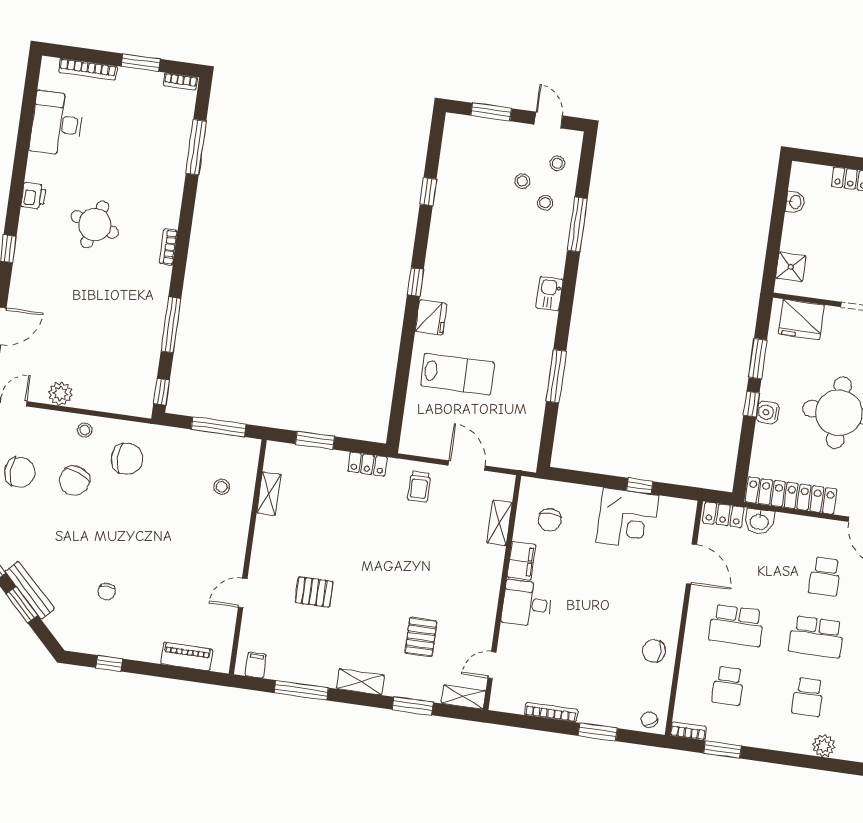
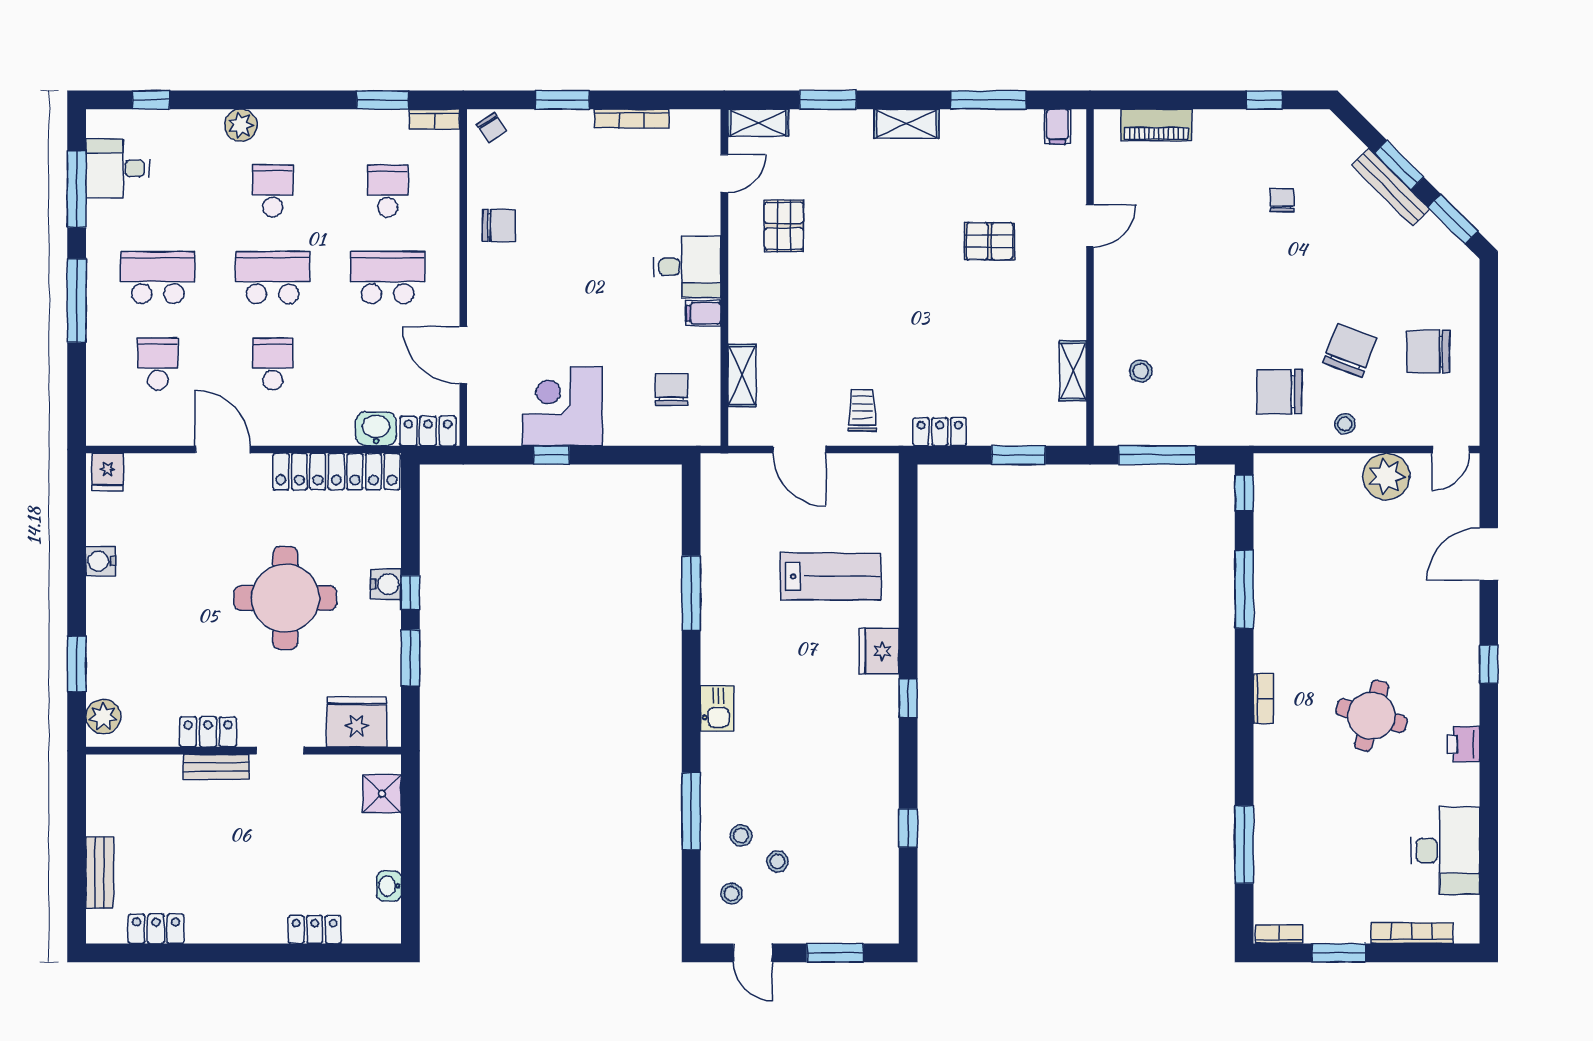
lab bench: (458, 374) -> (830, 576), turned 180
plant: (60, 394) -> (1386, 477), width x1.36, depth x1.36
filing cabinet: (521, 561) -> (703, 313), width x0.50
pallet: (421, 637) -> (784, 226), moved

